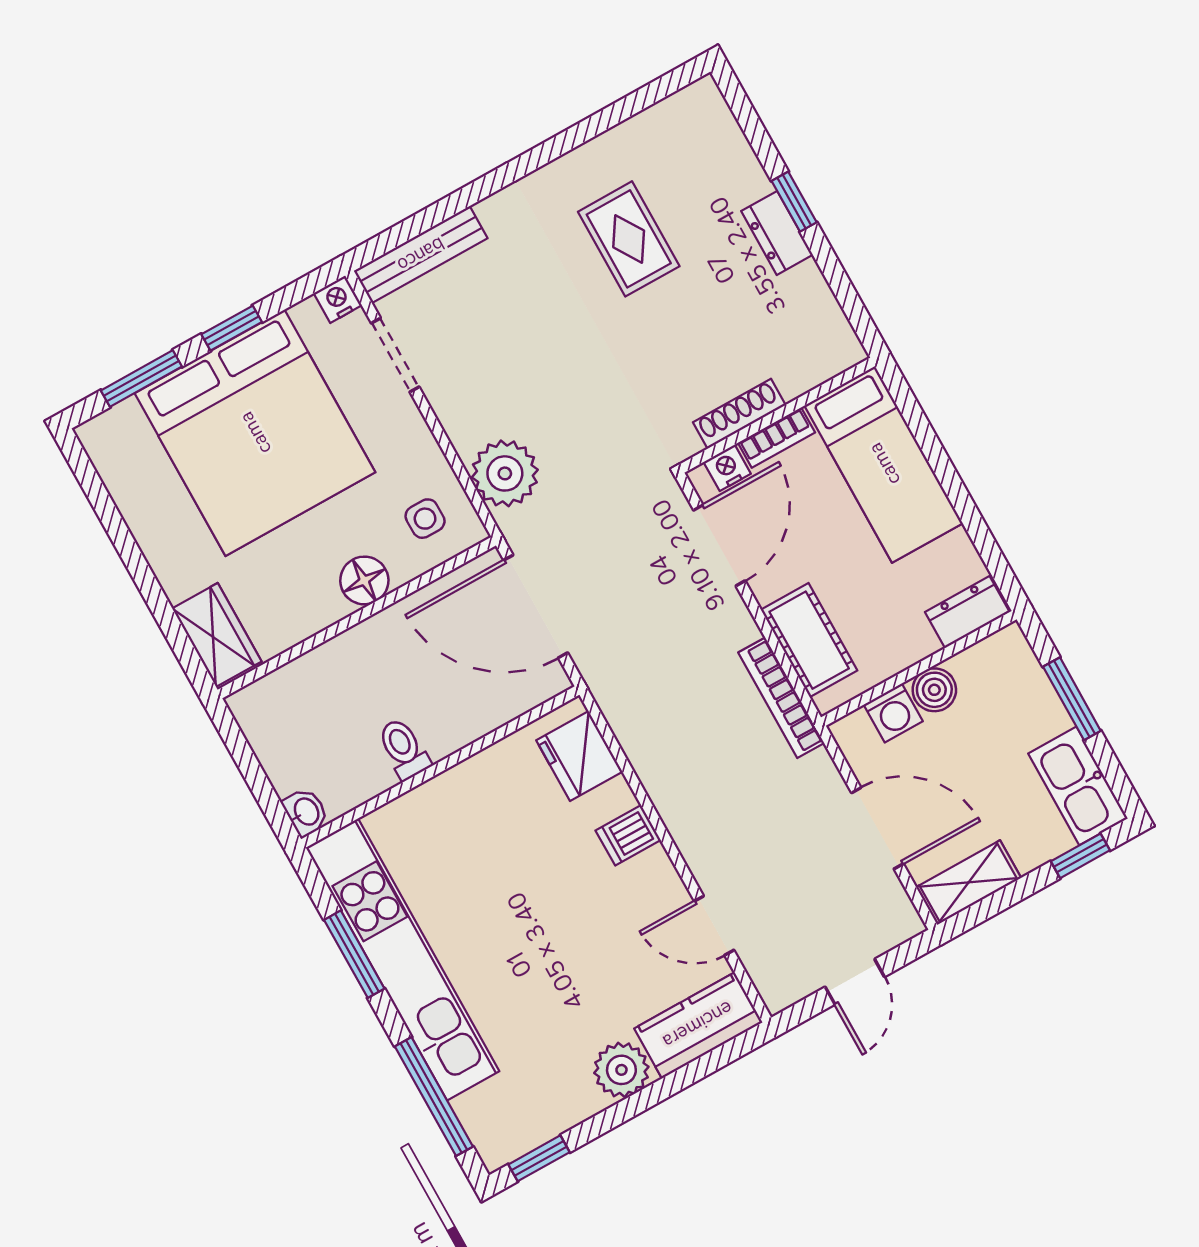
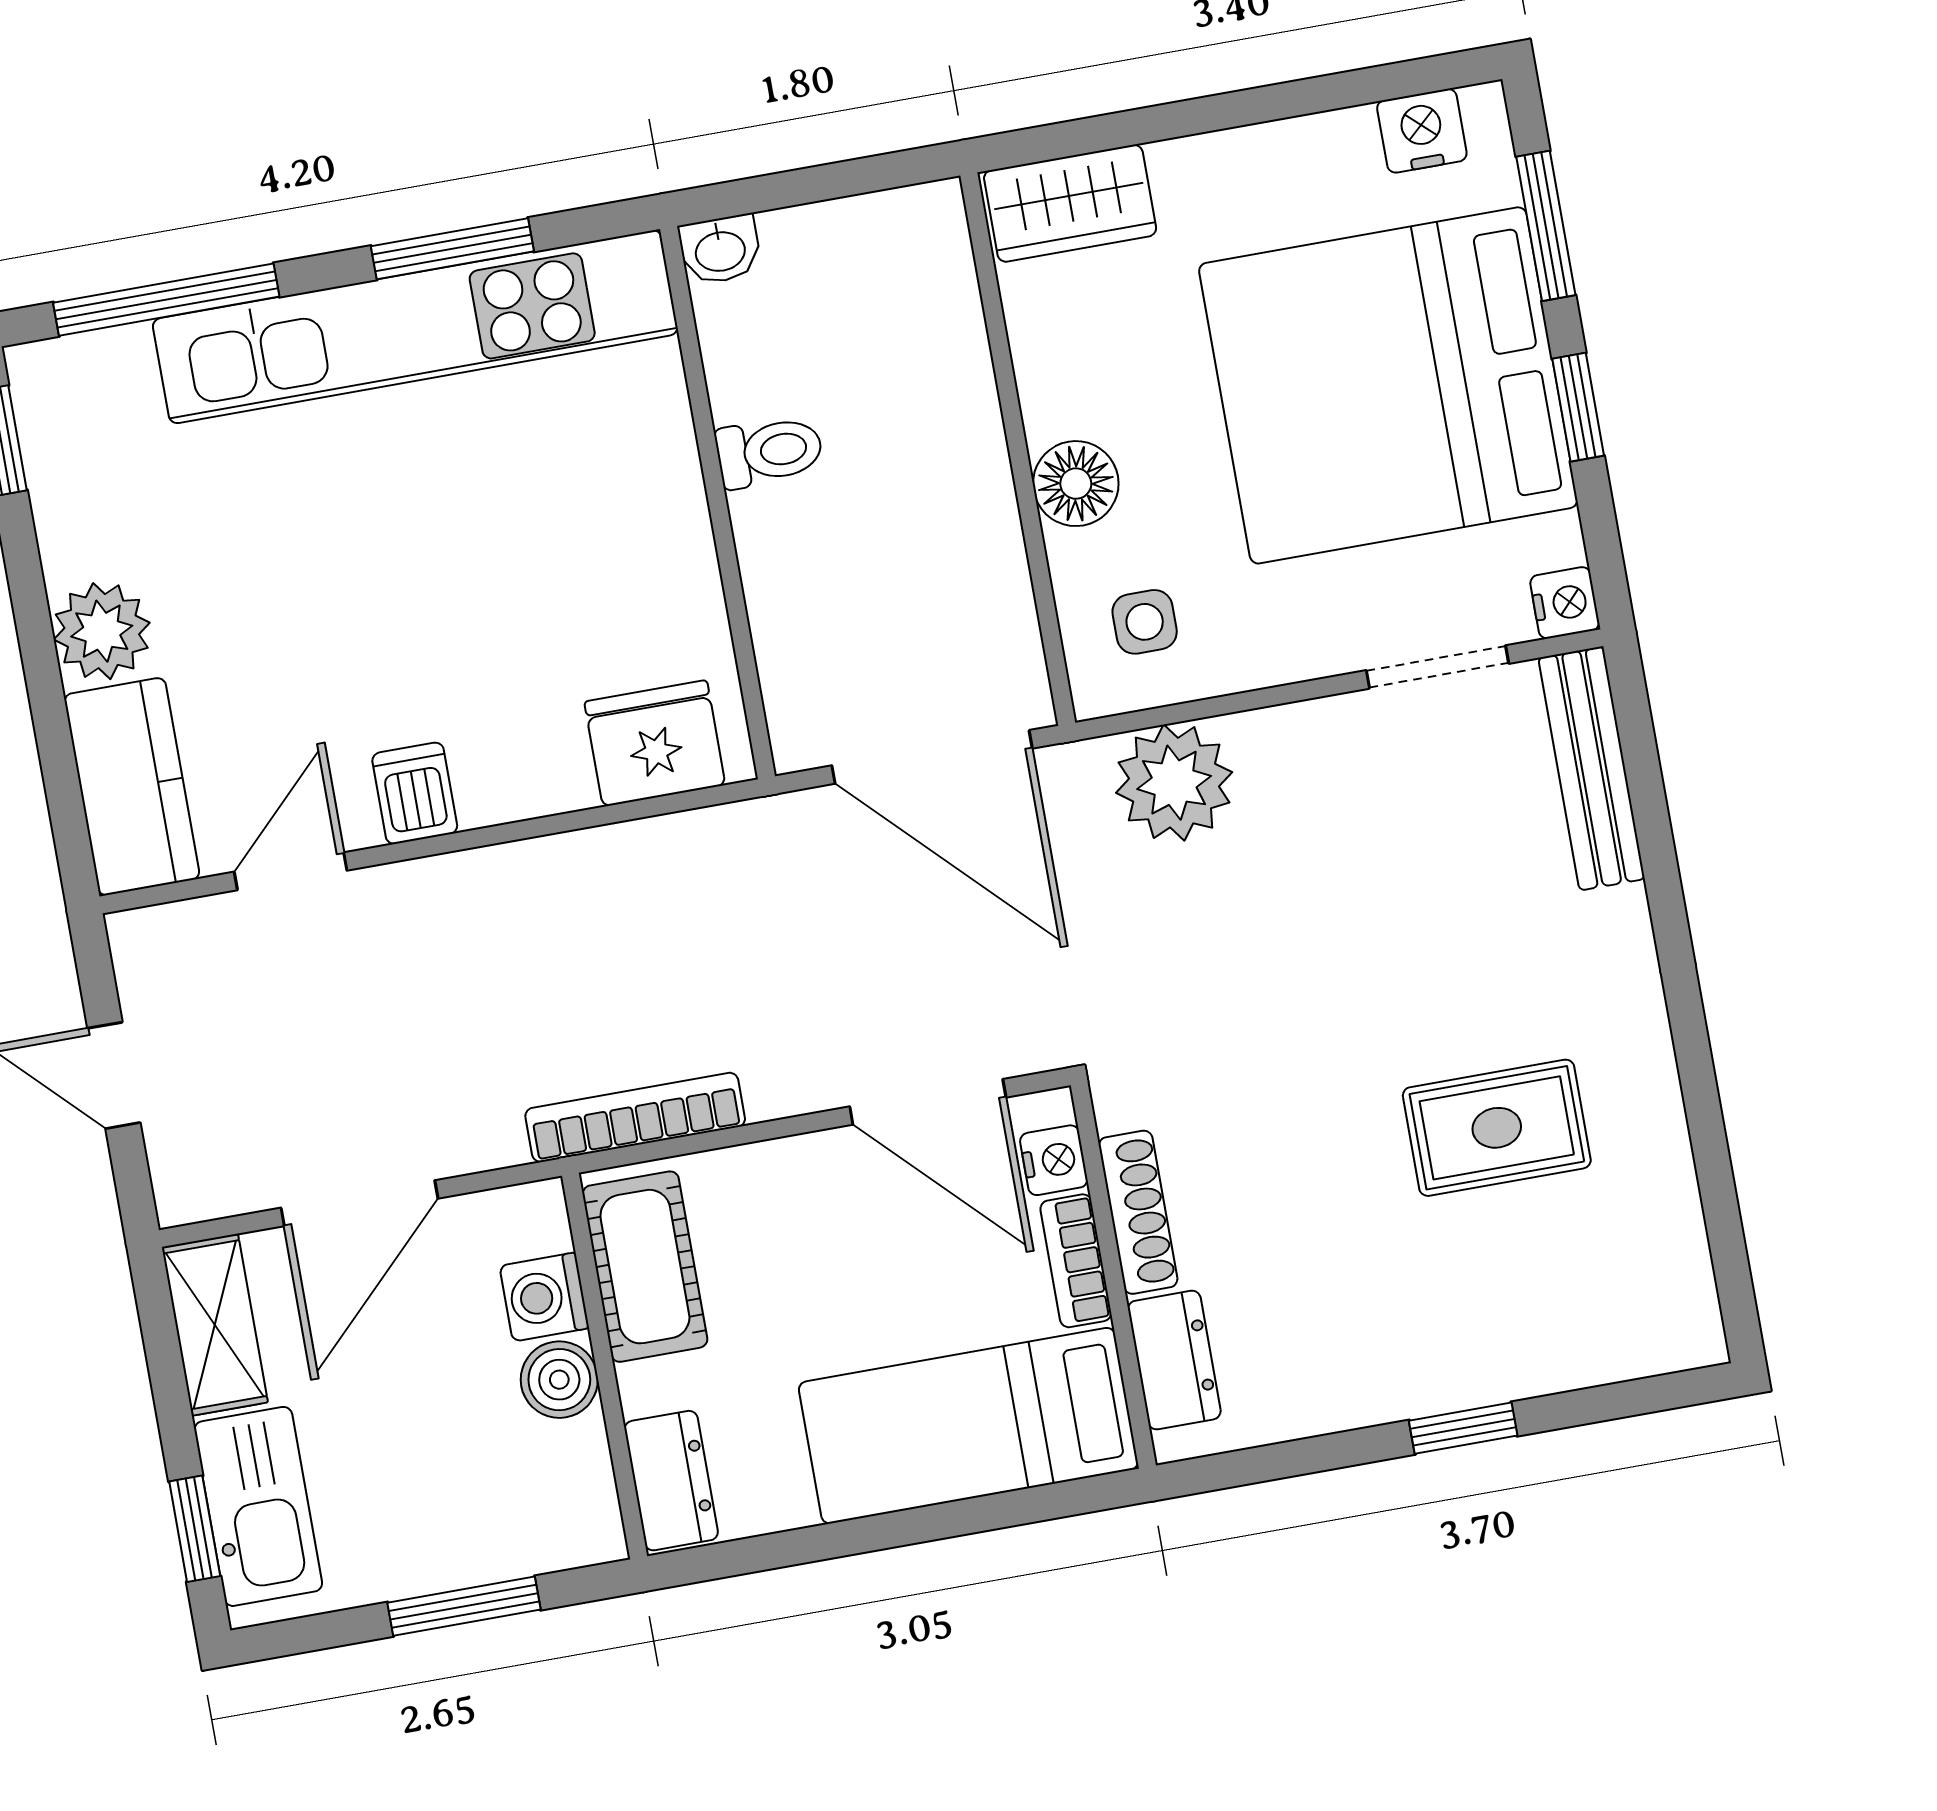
dresser: (777, 233) -> (1174, 1360), moved, turned 90
nightstand: (114, 462) -> (1422, 131), added
door: (536, 606) -> (932, 757), swing flipped
cot: (809, 640) -> (645, 1267), moved, turned 90
kitchen sink: (1078, 786) -> (258, 1506), moved, turned 90
dishwasher: (628, 835) -> (415, 793), moved

